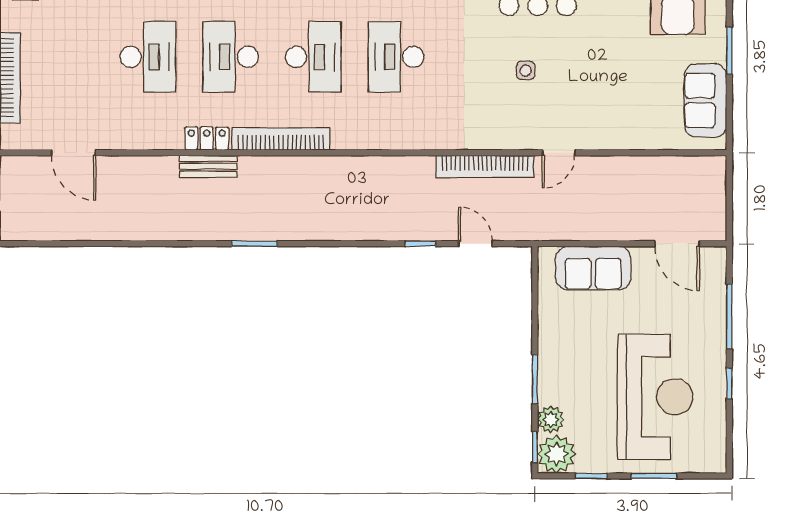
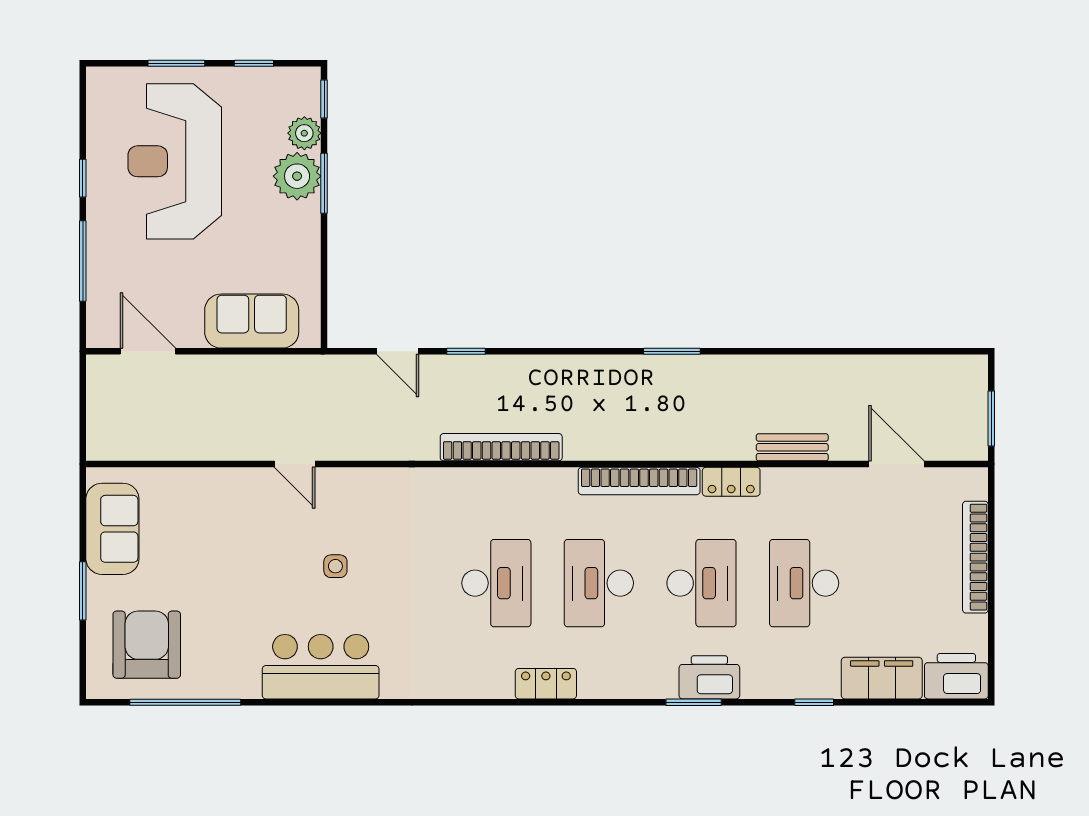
door: (559, 153) -> (295, 464), swing flipped
bench: (208, 166) -> (792, 447), moved
bookcase: (485, 166) -> (501, 447), moved
plant: (557, 454) -> (297, 176), moved

